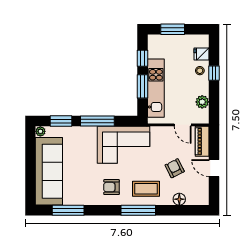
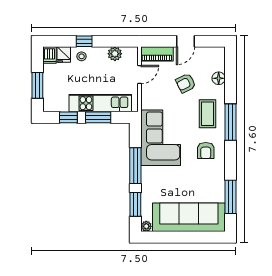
dishwasher: (201, 41) -> (50, 55), added

